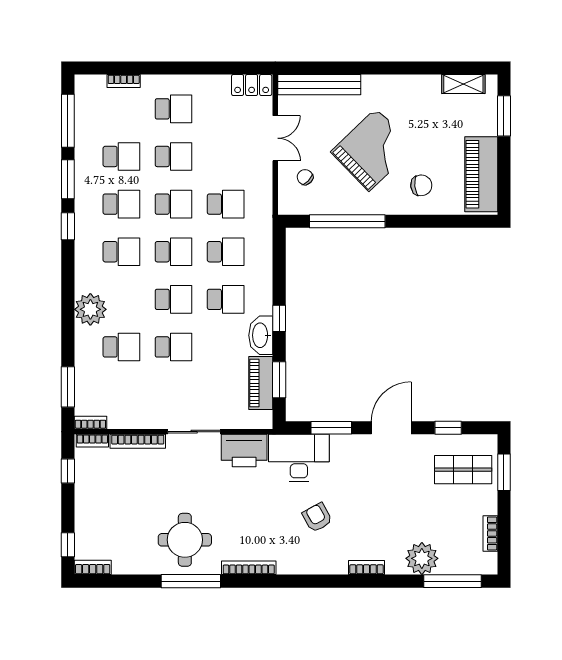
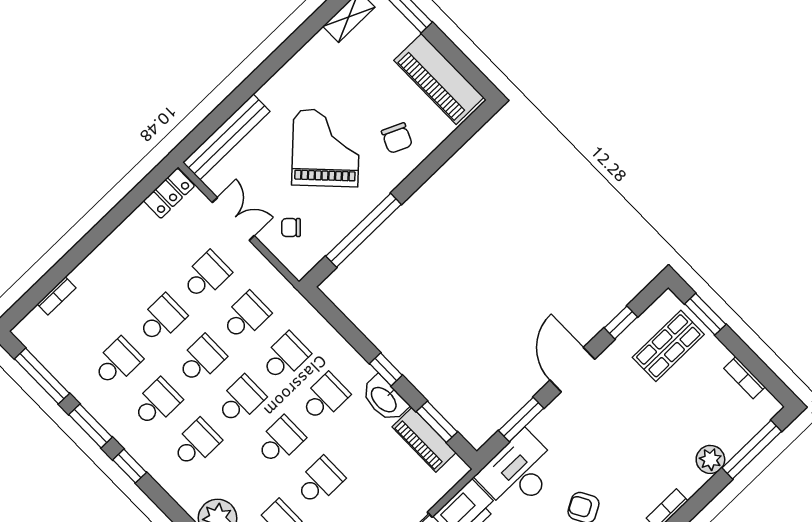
school desk: (174, 109) -> (206, 276), moved
chair: (421, 185) -> (397, 138), turned 120
plant: (422, 558) -> (710, 459), width x0.73, depth x0.73

